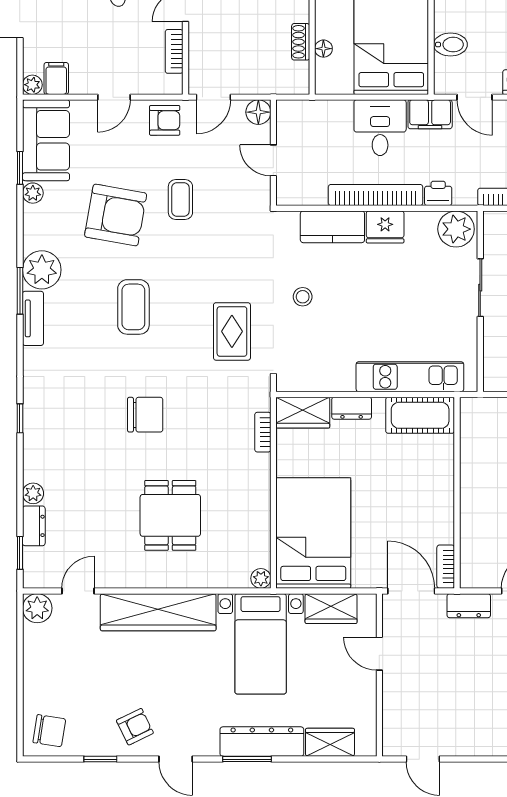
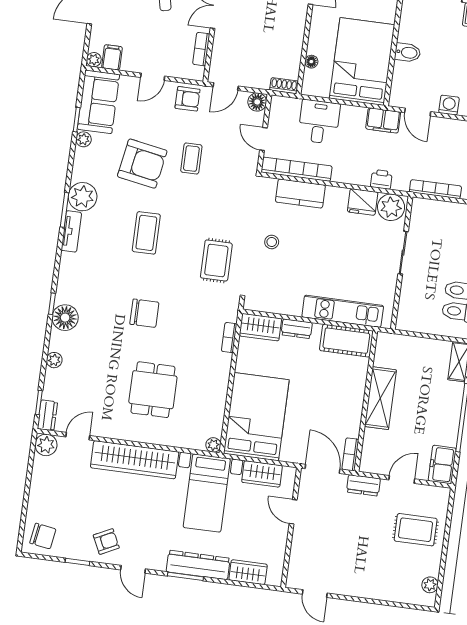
shoe rack: (301, 42) -> (284, 86), moved, turned 90
bidet: (450, 45) -> (408, 53), moved
desk: (380, 128) -> (319, 122), moved
bookcase: (376, 195) -> (297, 169), moved
fridge: (385, 227) -> (363, 202), moved
floor lamp: (40, 435) -> (65, 318), added
shelving: (476, 486) -> (380, 398), added
dresser: (34, 526) -> (47, 415), moved

